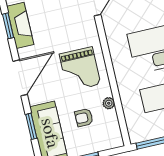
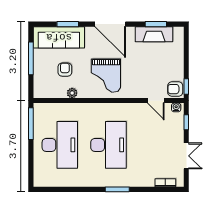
grand piano: (80, 69) -> (106, 76), turned -90

